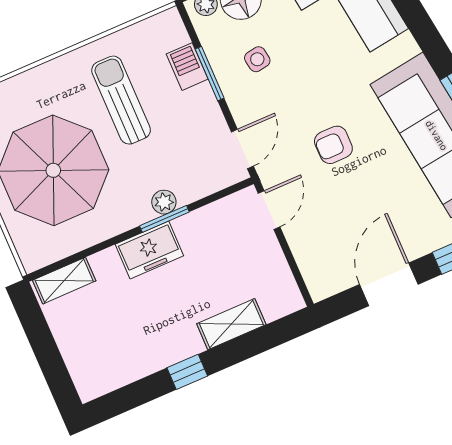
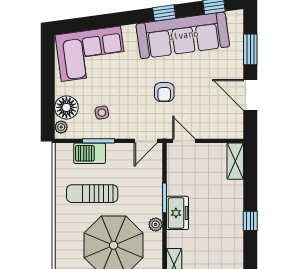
barbecue: (187, 67) -> (90, 153), width x1.38, depth x1.27
door: (242, 149) -> (146, 141), swing flipped
plant: (164, 202) -> (156, 224), moved
shelving: (231, 324) -> (235, 161), moved

